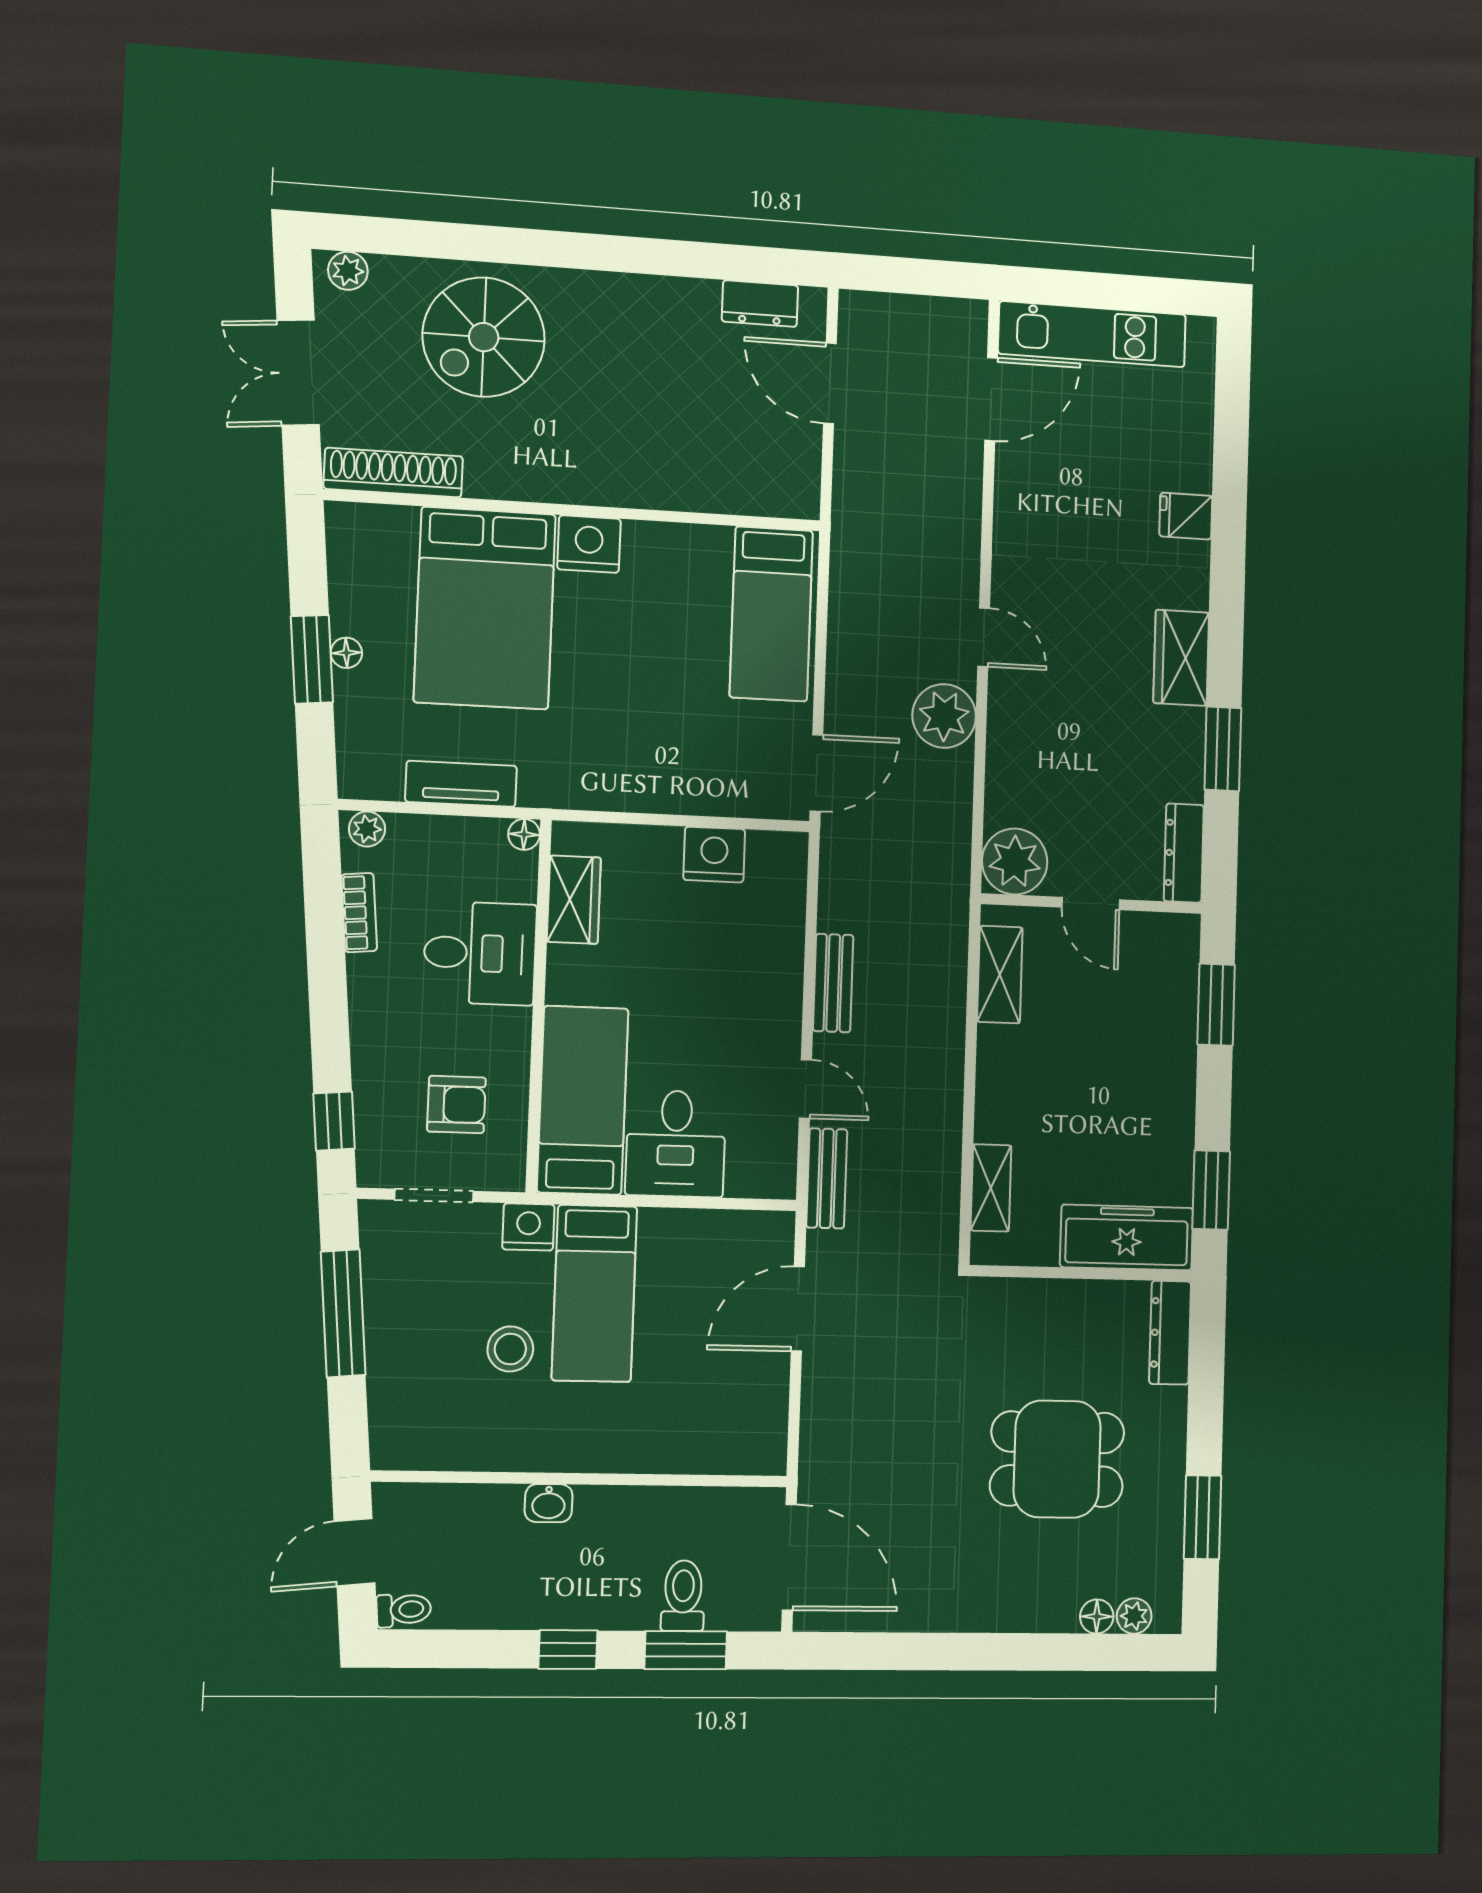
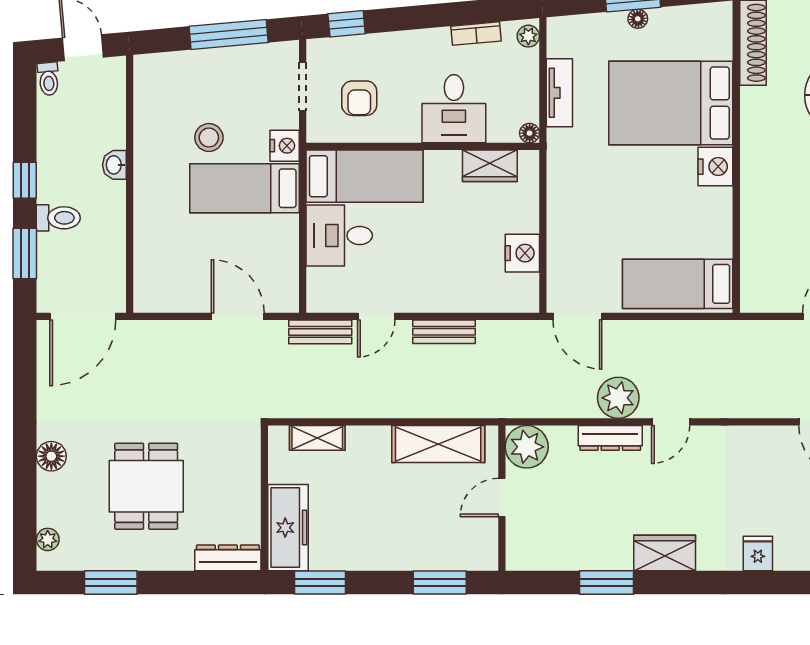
dresser: (1184, 853) -> (610, 438), moved, turned 180
shelving: (1000, 975) -> (438, 444), width x1.50, depth x1.33
toilet: (683, 1596) -> (58, 218), moved
floor lamp: (1097, 1616) -> (51, 456), moved, width x1.37, depth x1.37

